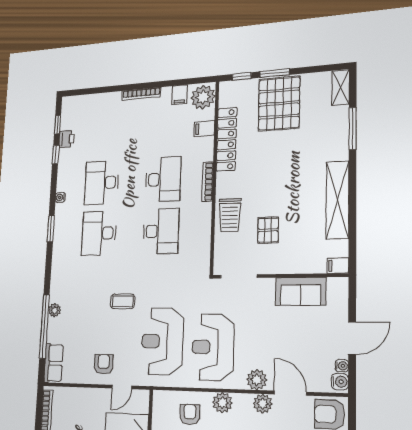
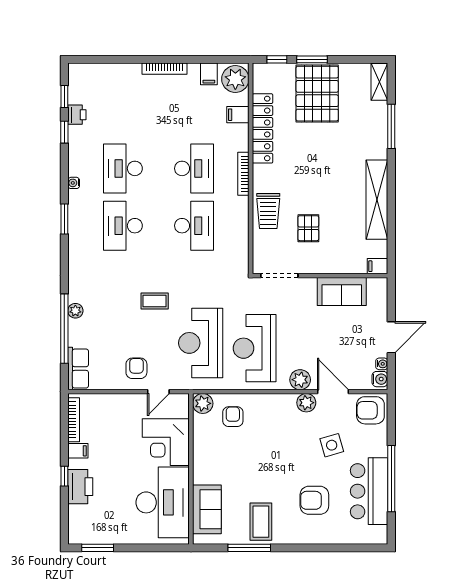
plant: (222, 403) -> (203, 403), moved

